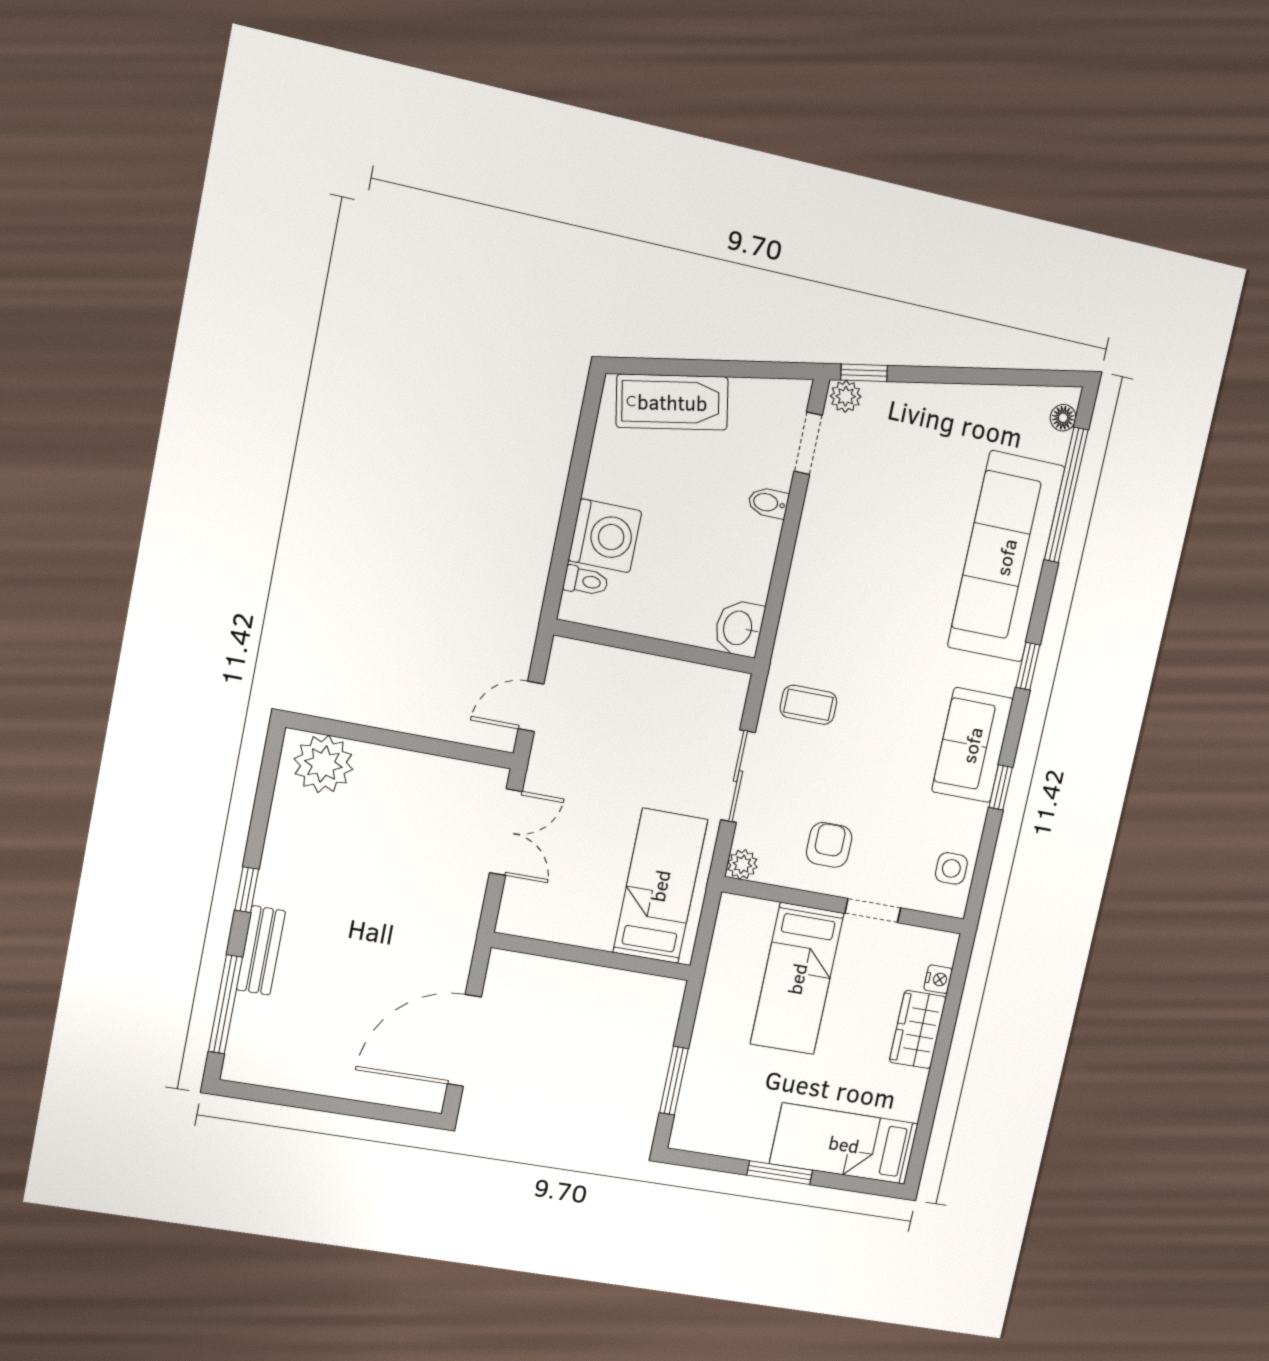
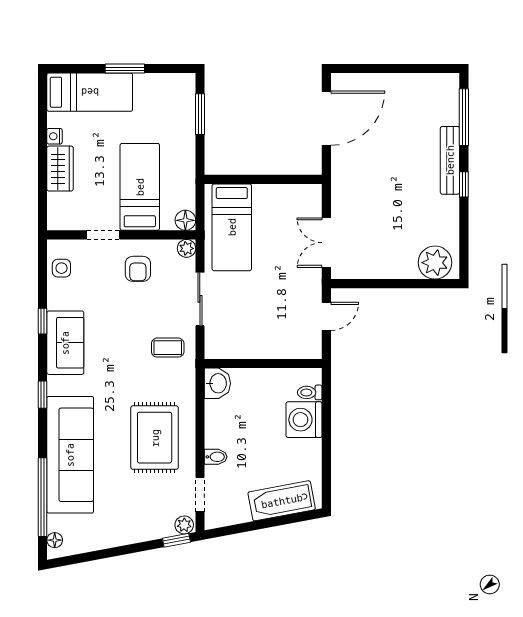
rug: (863, 557) -> (155, 438), added
floor lamp: (734, 911) -> (185, 220), added
bench: (261, 950) -> (450, 160), width x1.36
nightstand: (938, 979) -> (54, 136), moved

